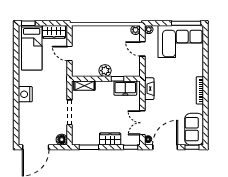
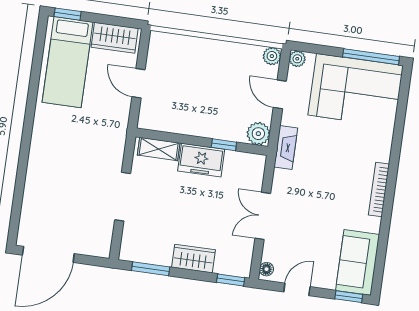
plant: (105, 71) -> (258, 134), moved
freezer: (125, 88) -> (201, 160), moved
fireplace: (149, 89) -> (286, 148), moved
nightstand: (25, 94) -> (43, 150), removed
double door: (142, 123) -> (263, 216), moved
floor lamp: (62, 140) -> (100, 247), removed
door: (165, 147) -> (297, 289), width x0.53

